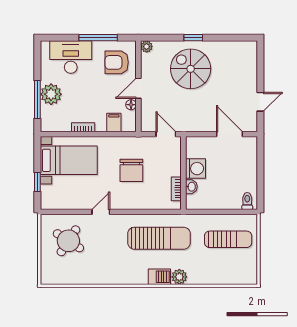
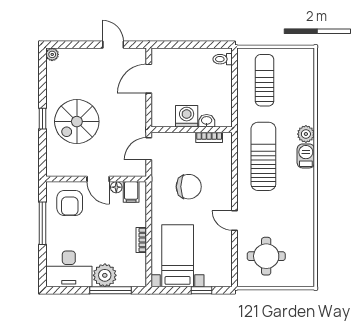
plant: (147, 47) -> (52, 54), moved
desk: (71, 57) -> (69, 269), moved, turned -90
filing cabinet: (114, 122) -> (131, 192), moved, turned -90
round table: (68, 241) -> (266, 256), turned -33

